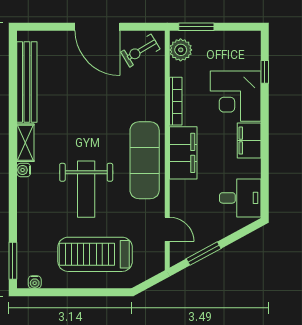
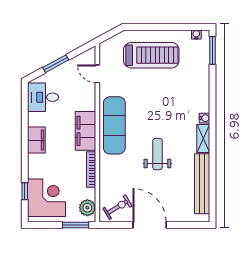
corner desk: (236, 96) -> (46, 198), moved
weight bench: (86, 189) -> (157, 154), moved, width x0.73, depth x0.75
window: (204, 254) -> (56, 64), moved

